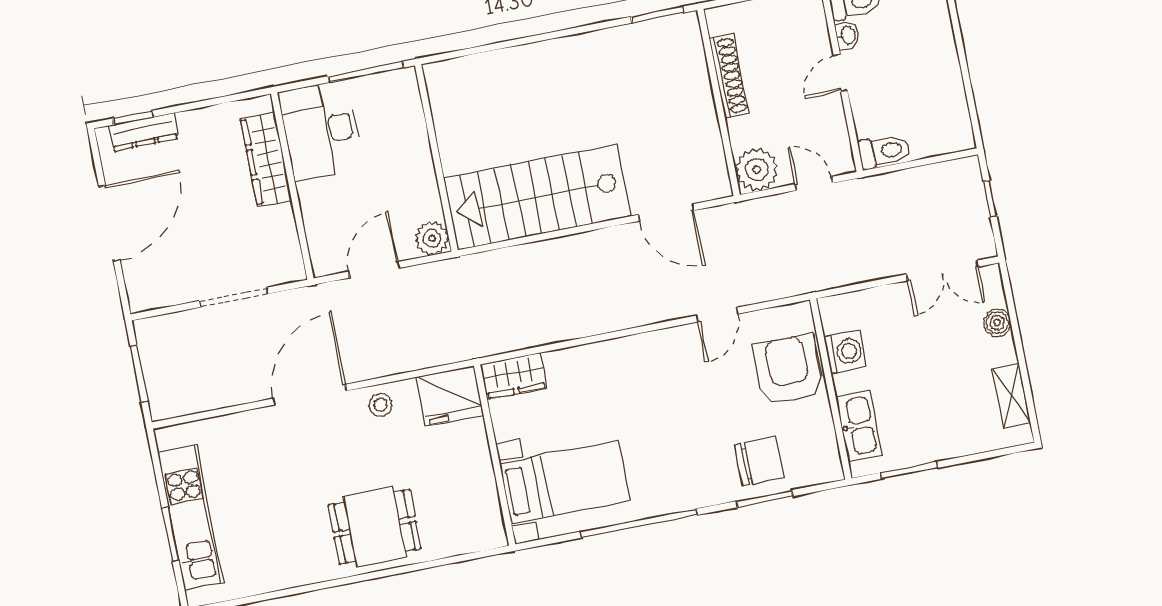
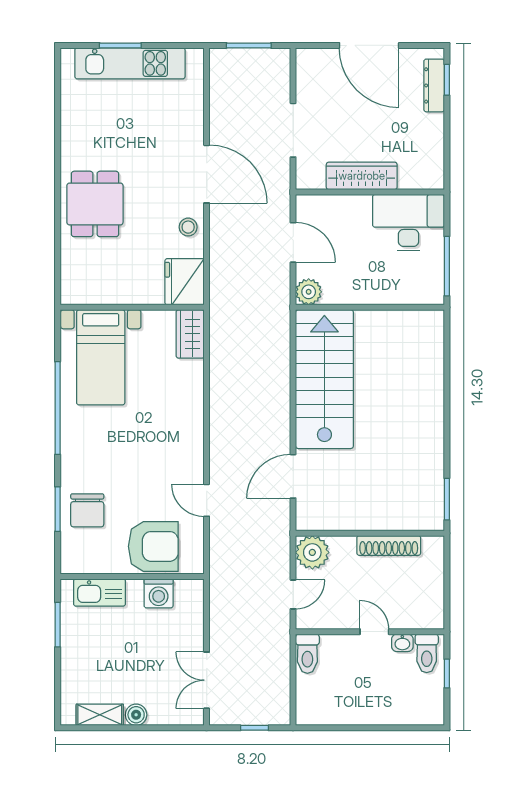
wardrobe: (266, 159) -> (362, 176), moved
boiler: (997, 323) -> (136, 715), moved

